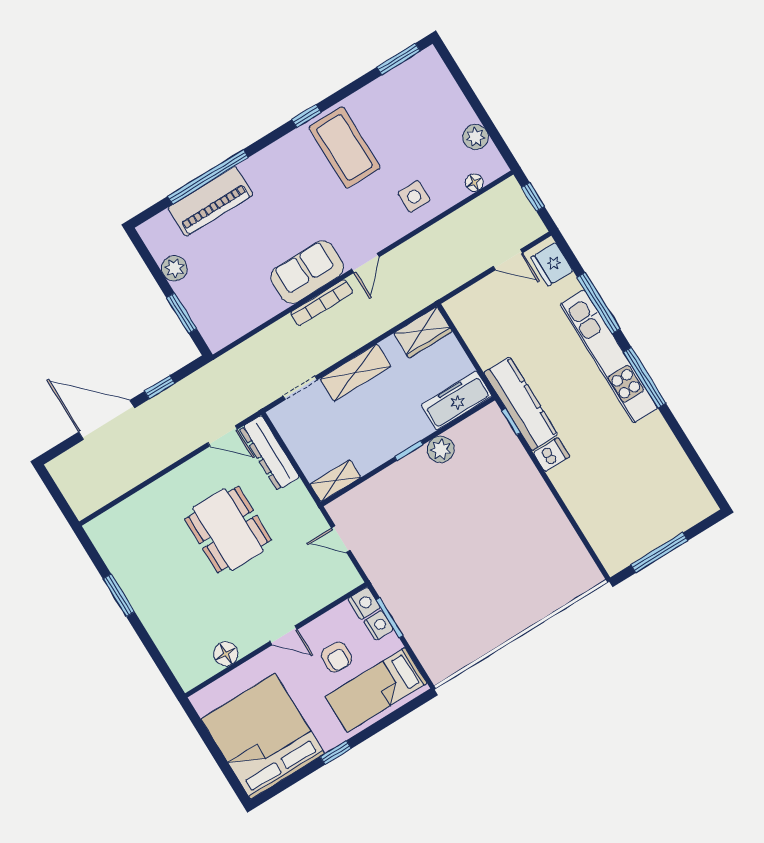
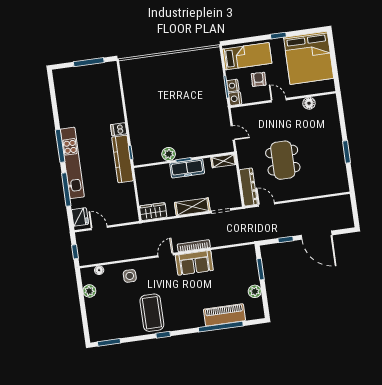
freezer: (457, 400) -> (187, 168), moved

